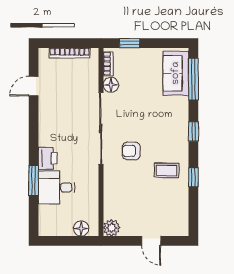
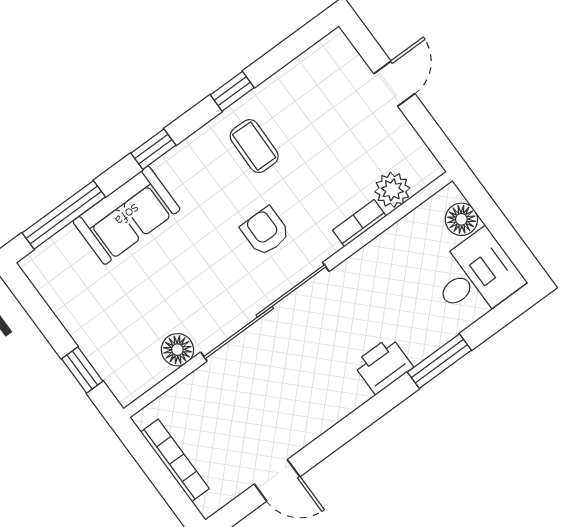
bookcase: (108, 64) -> (359, 223), moved
sofa: (176, 73) -> (127, 215), moved
armchair: (131, 151) -> (265, 231), turned 180
desk: (56, 187) -> (476, 276), moved, turned -90
plant: (112, 228) -> (392, 190), moved

